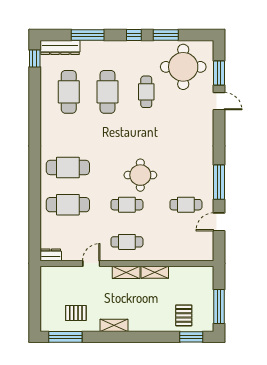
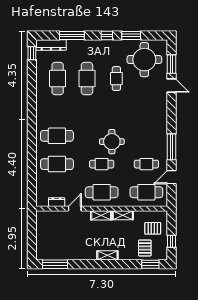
cafe table: (127, 242) -> (102, 192), width x1.37, depth x1.35
cafe table: (186, 242) -> (146, 192), added
dresser: (51, 255) -> (57, 202), moved
window: (219, 307) -> (172, 241), width x0.46
pallet: (76, 313) -> (153, 228), moved
shelving: (114, 325) -> (107, 255), moved

